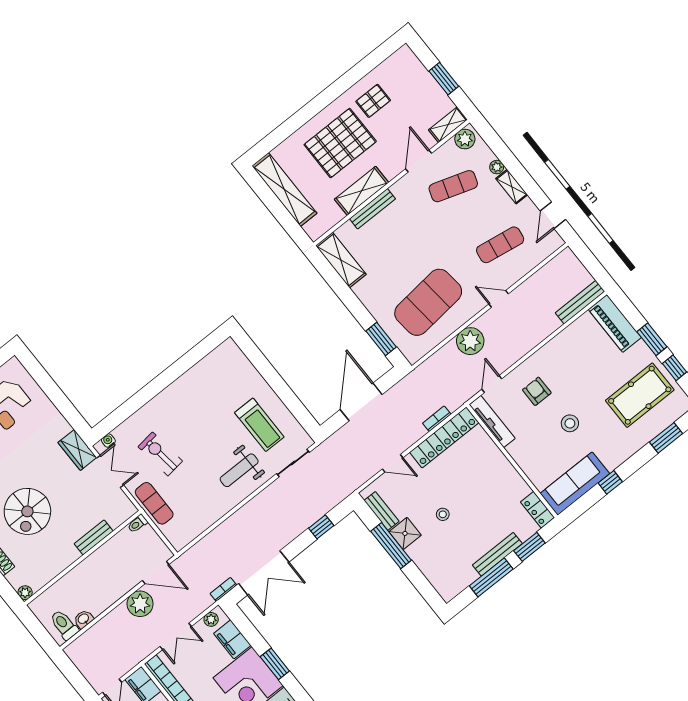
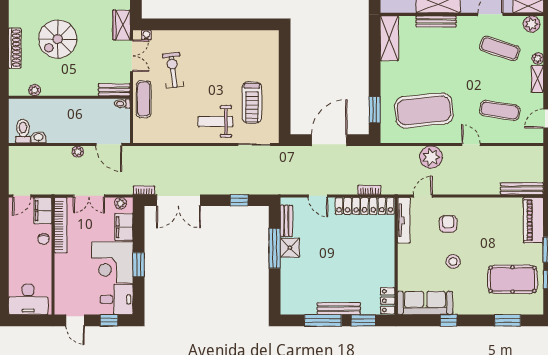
stool: (443, 514) -> (324, 255), removed
bench: (94, 537) -> (114, 90), moved
plant: (25, 593) -> (35, 90), moved
plant: (140, 604) -> (78, 152), width x0.53, depth x0.53

